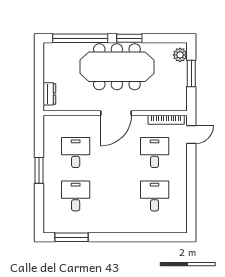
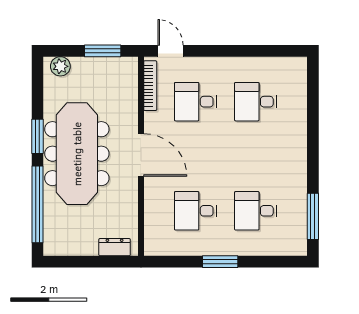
window: (191, 74) -> (103, 51), moved

